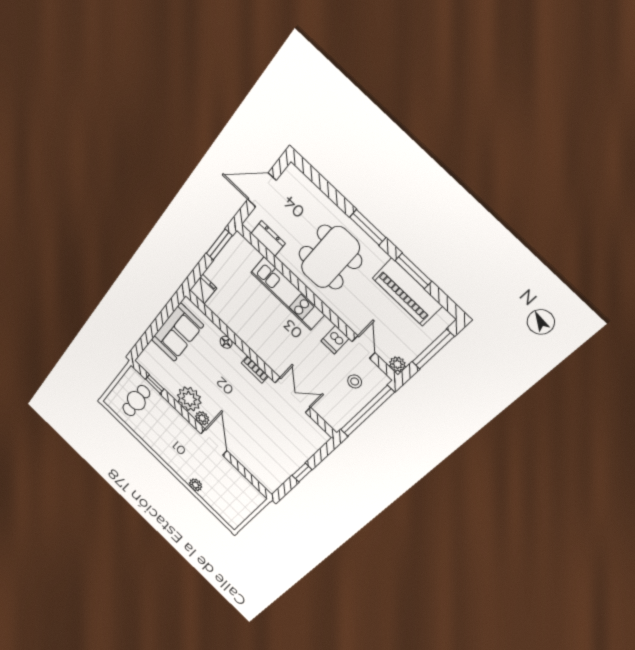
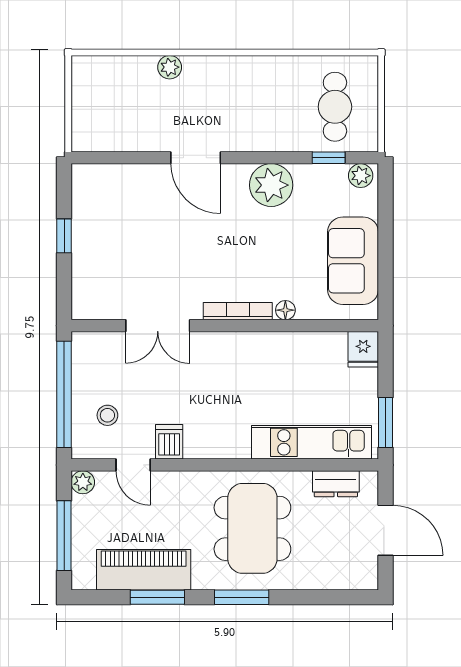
door: (262, 190) -> (385, 530), hinge flipped
kitchen unit: (288, 294) -> (311, 442), moved
bookcase: (255, 369) -> (238, 311), width x1.56
plant: (202, 418) -> (361, 176), moved

